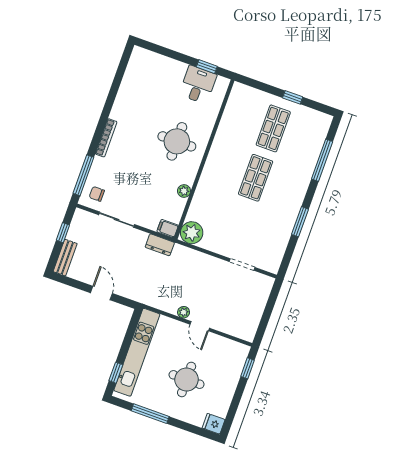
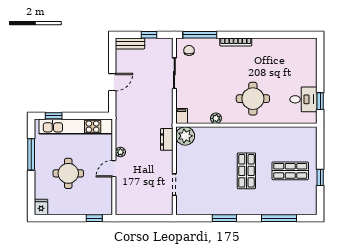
shop shelf: (256, 178) -> (246, 171), turned 90
dresser: (160, 245) -> (167, 139), moved

